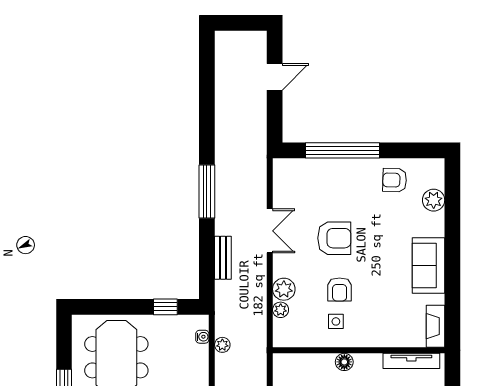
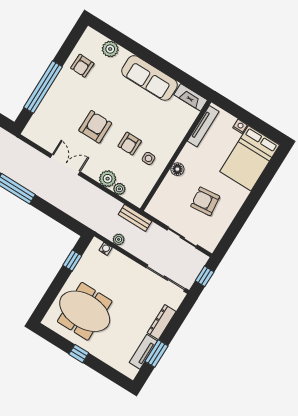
bench: (223, 258) -> (135, 218), moved
sofa: (428, 266) -> (150, 78), width x1.36
armchair: (340, 289) -> (130, 144), turned 90

